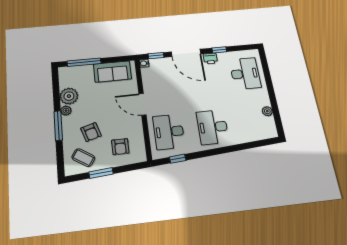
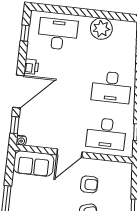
window: (219, 50) -> (25, 33), moved
sofa: (112, 72) -> (34, 164), moved, turned 90
plant: (267, 111) -> (101, 29), width x1.87, depth x1.87
armchair: (120, 147) -> (89, 184), moved

